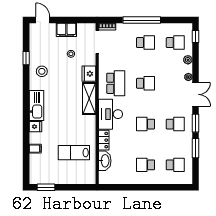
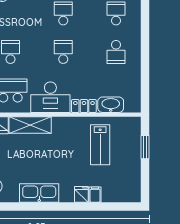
school desk: (146, 124) -> (63, 52), turned 180
fridge: (35, 127) -> (81, 194), moved
window: (46, 187) -> (145, 147), moved

